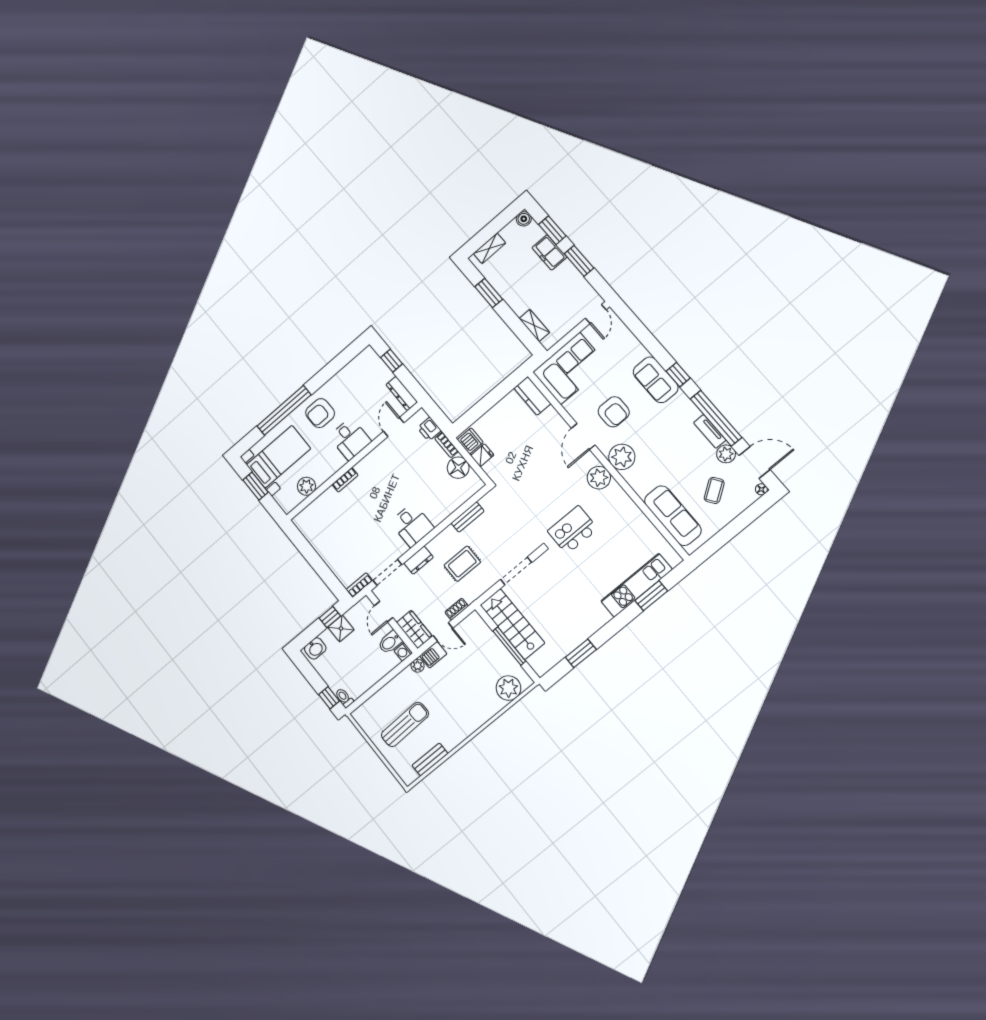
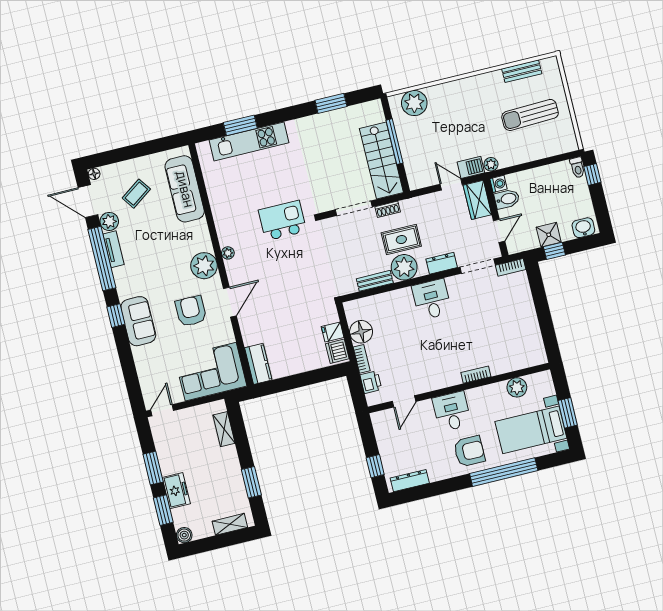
dresser: (402, 393) -> (410, 481), moved, turned -90
plant: (599, 478) -> (228, 253), width x0.53, depth x0.53
kitchen island: (573, 530) -> (282, 221), turned 180
plant: (448, 541) -> (404, 267), added
shoe rack: (457, 609) -> (388, 209), moved

